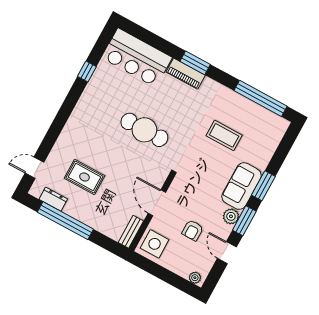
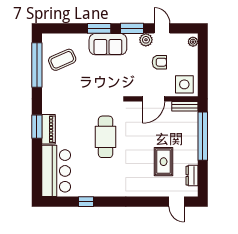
coffee table: (224, 135) -> (62, 60), moved, turned 66
plant: (231, 216) -> (146, 40), moved
window: (65, 221) -> (203, 136), moved
door: (227, 253) -> (162, 28), swing flipped

